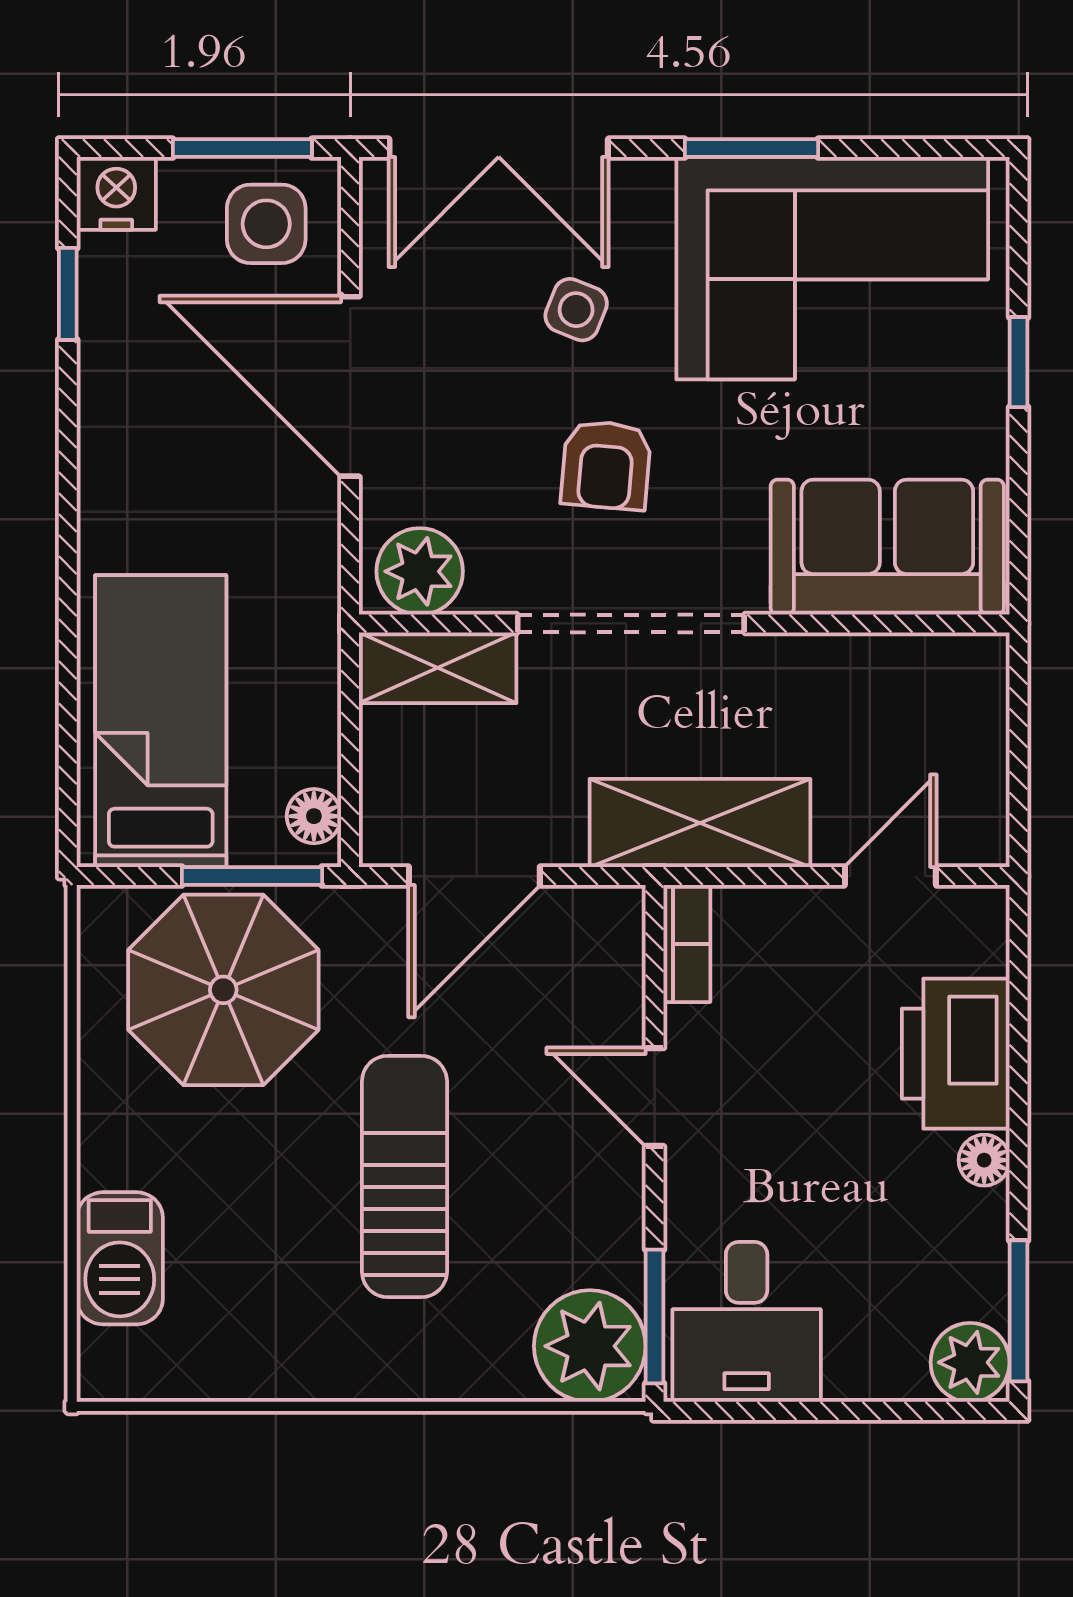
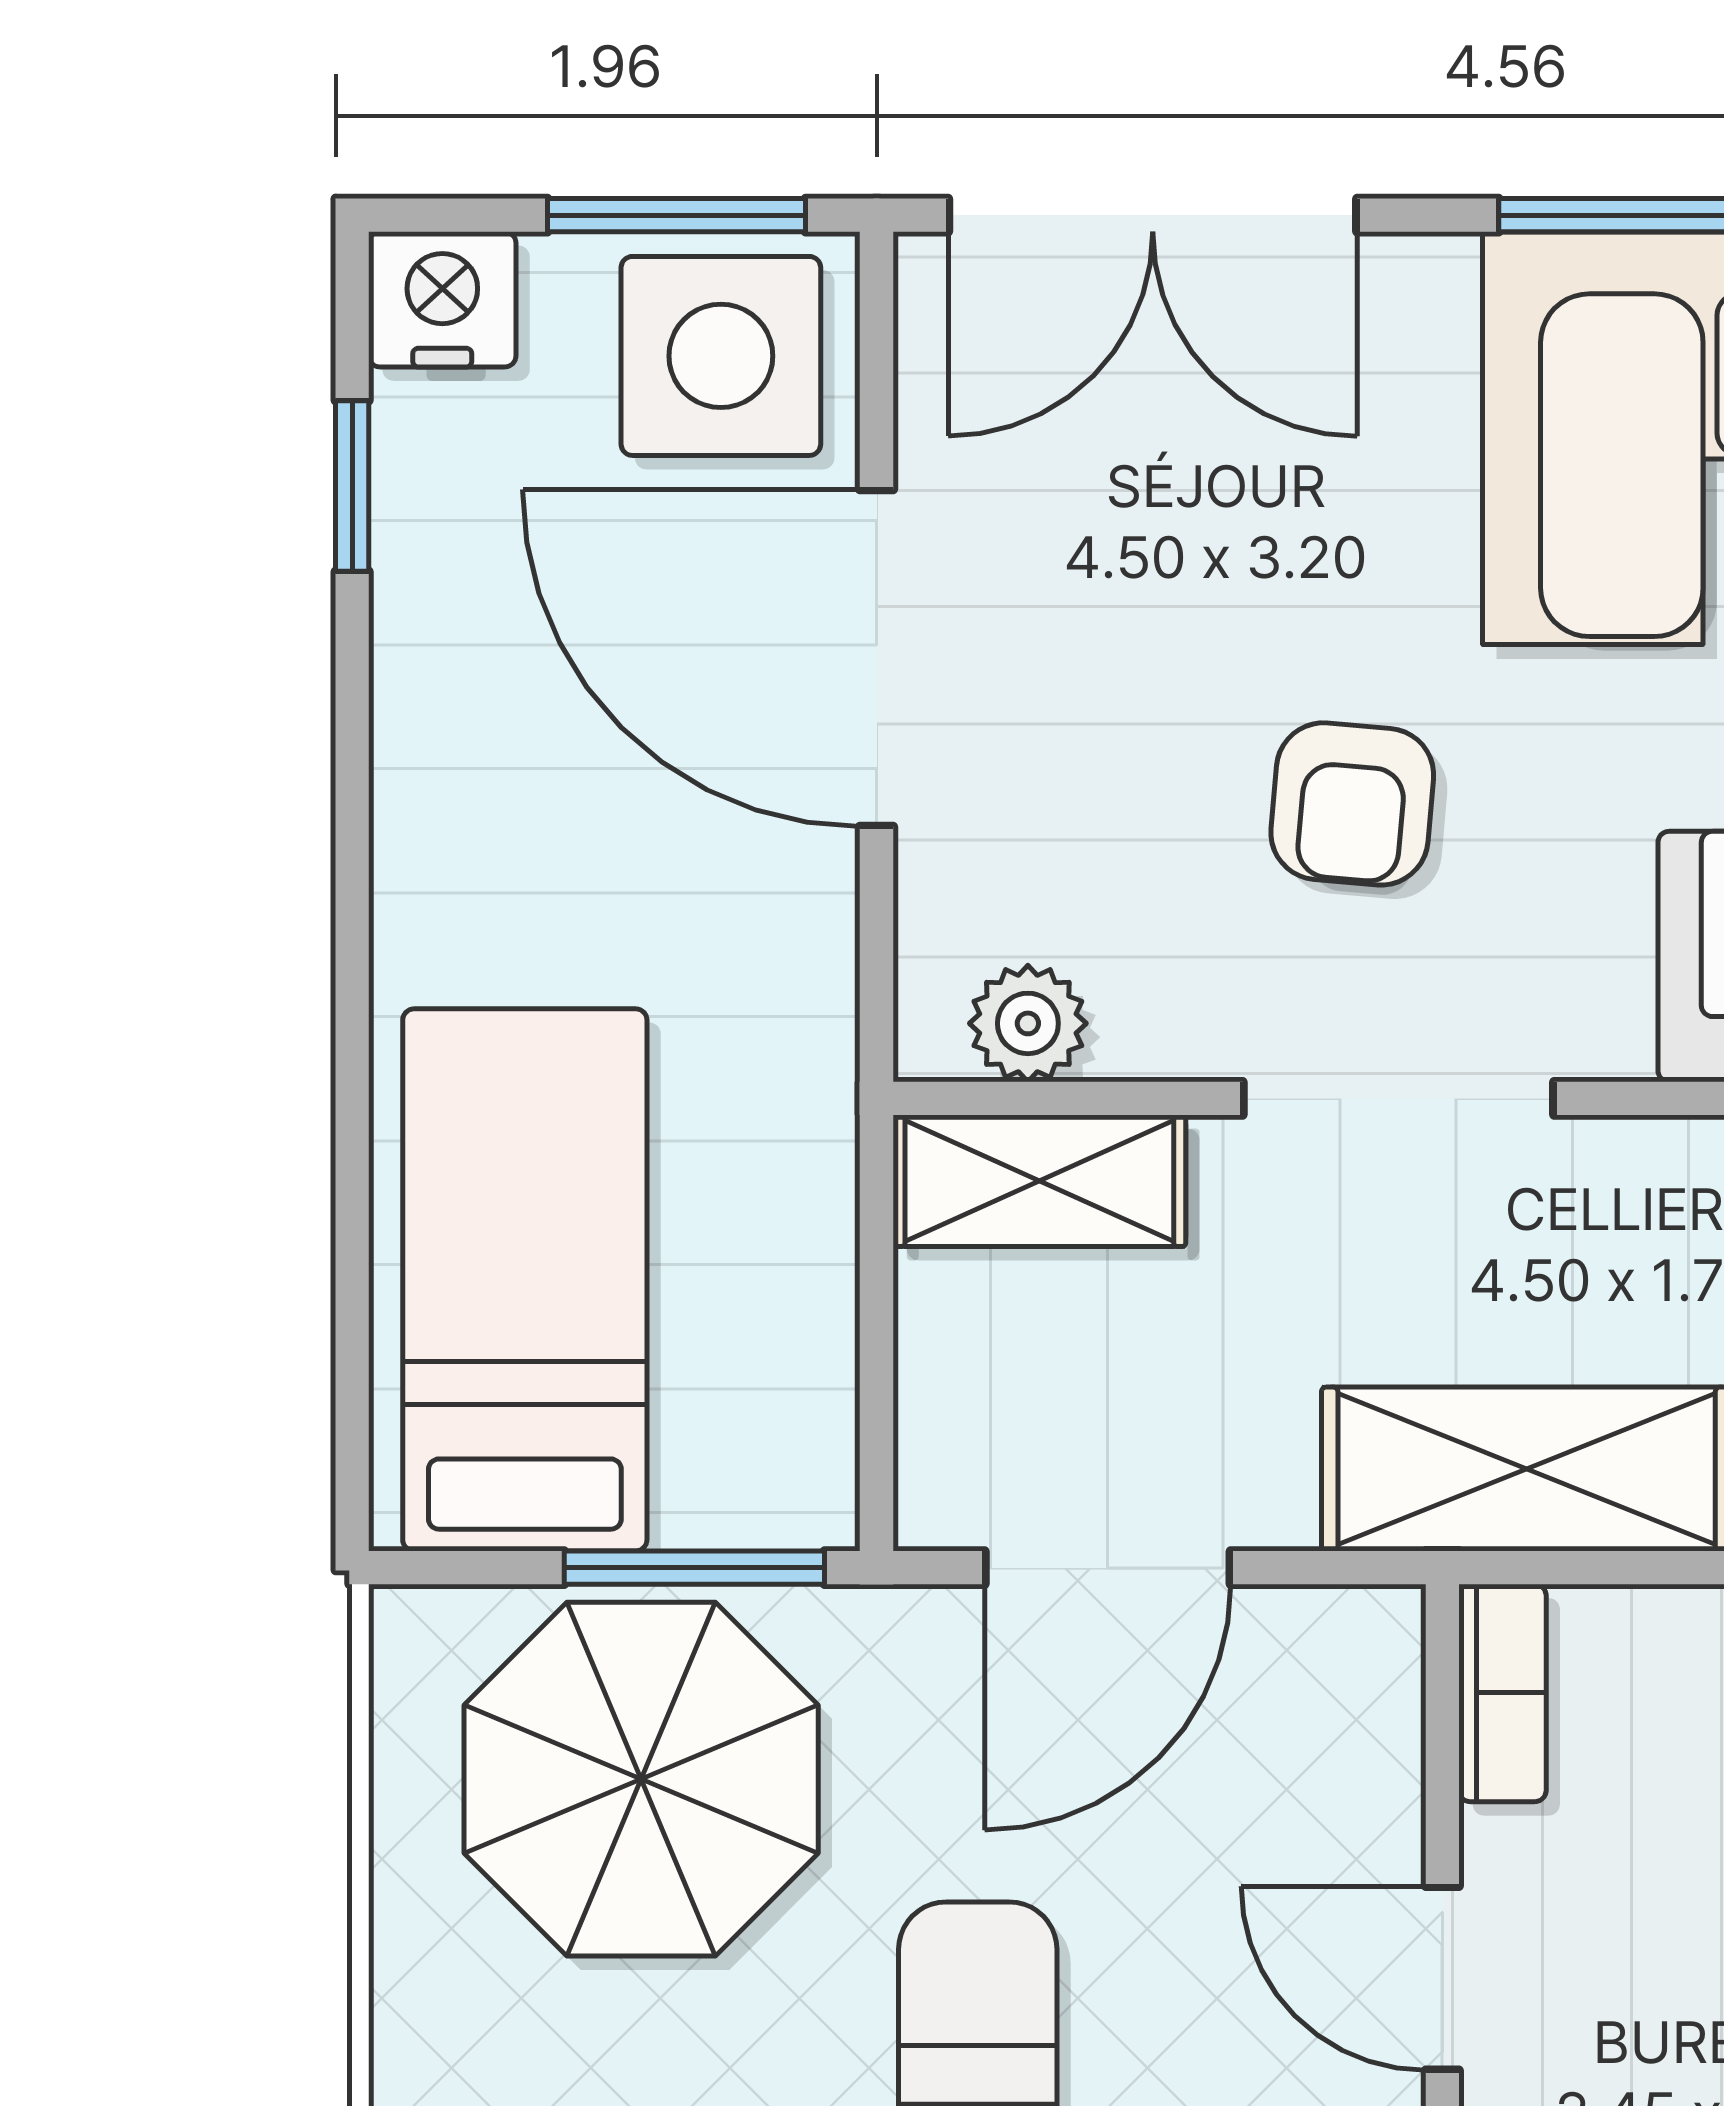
side table: (266, 224) -> (721, 356), width x1.37, depth x1.37
side table: (576, 310) -> (1297, 515), removed
plant: (420, 571) -> (1028, 1023), width x0.73, depth x0.73
doorway: (631, 623) -> (1398, 1098), width x0.73
floor lamp: (314, 816) -> (810, 1456), removed

